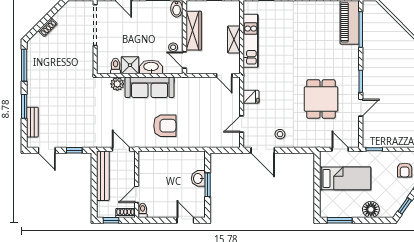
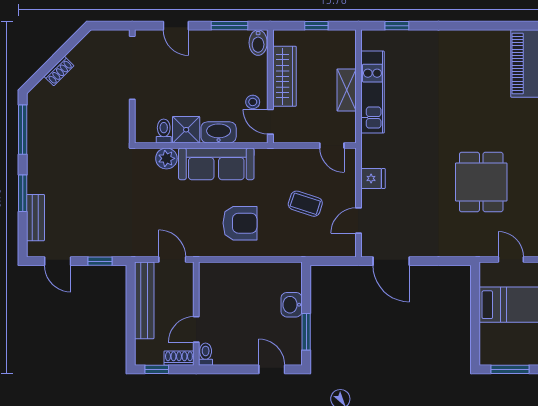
coffee table: (207, 113) -> (305, 204), added
stool: (280, 134) -> (418, 236), removed
window: (208, 185) -> (306, 332), moved

